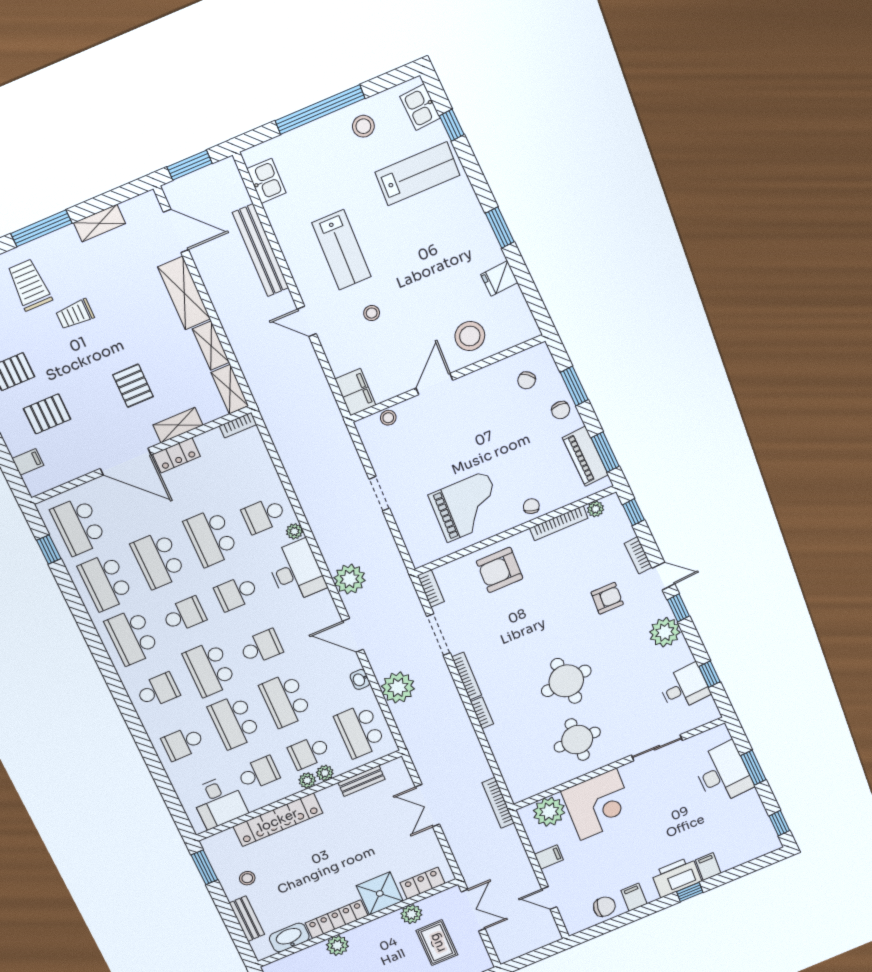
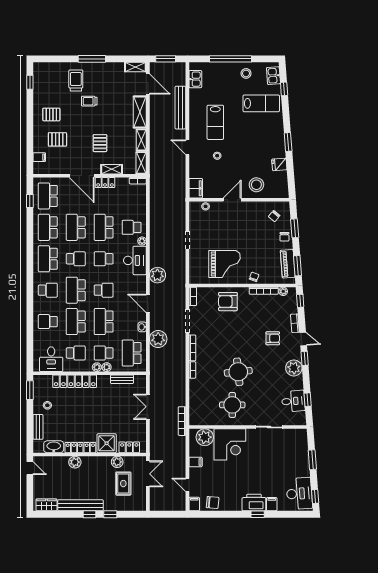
shelving: (99, 223) -> (135, 67), moved
desk: (723, 773) -> (299, 494), moved
filing cabinet: (634, 897) -> (194, 504), moved

